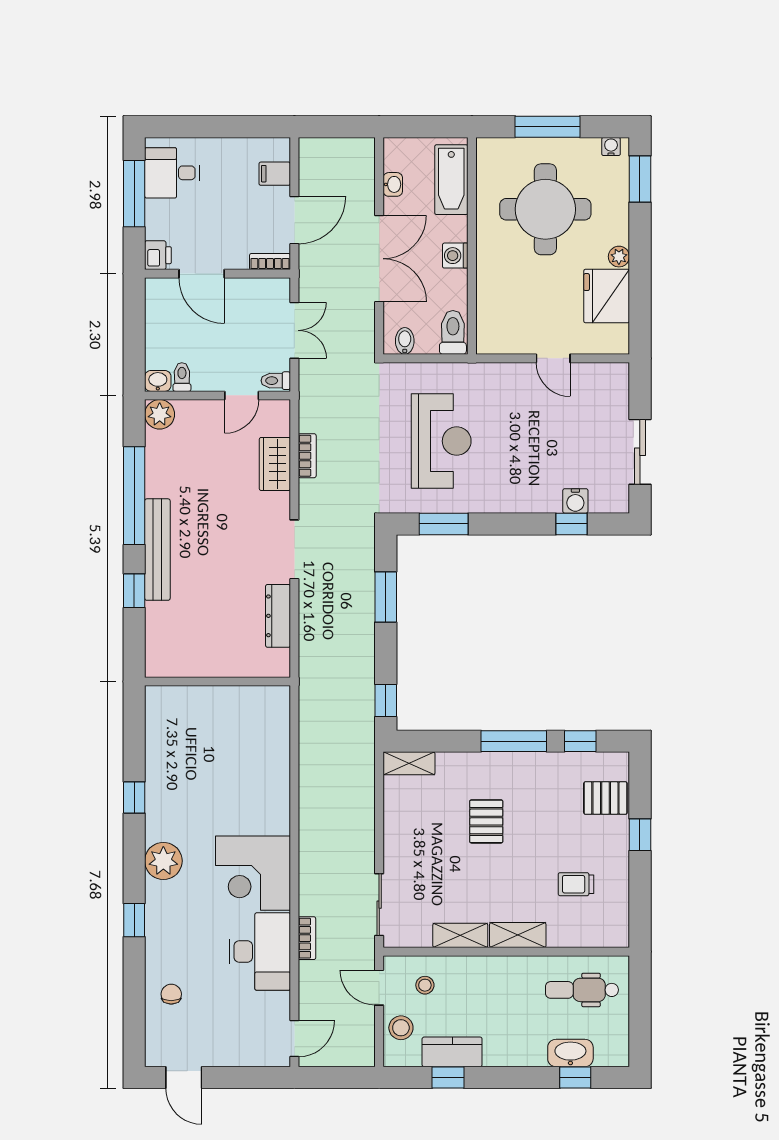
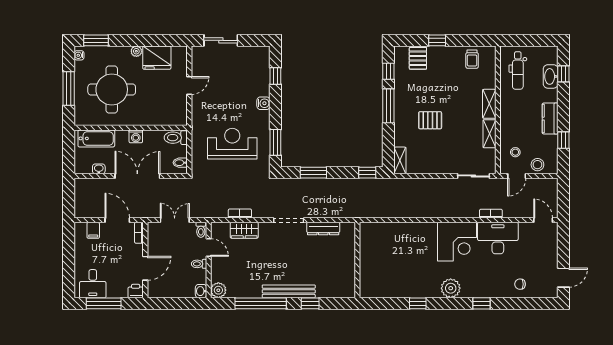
toilet: (182, 377) -> (199, 264), moved
sliding door: (640, 452) -> (221, 40), moved
water cooler: (575, 501) -> (263, 103), moved
trolley: (576, 884) -> (472, 59), moved
kitchen counter: (452, 1052) -> (550, 119), moved

